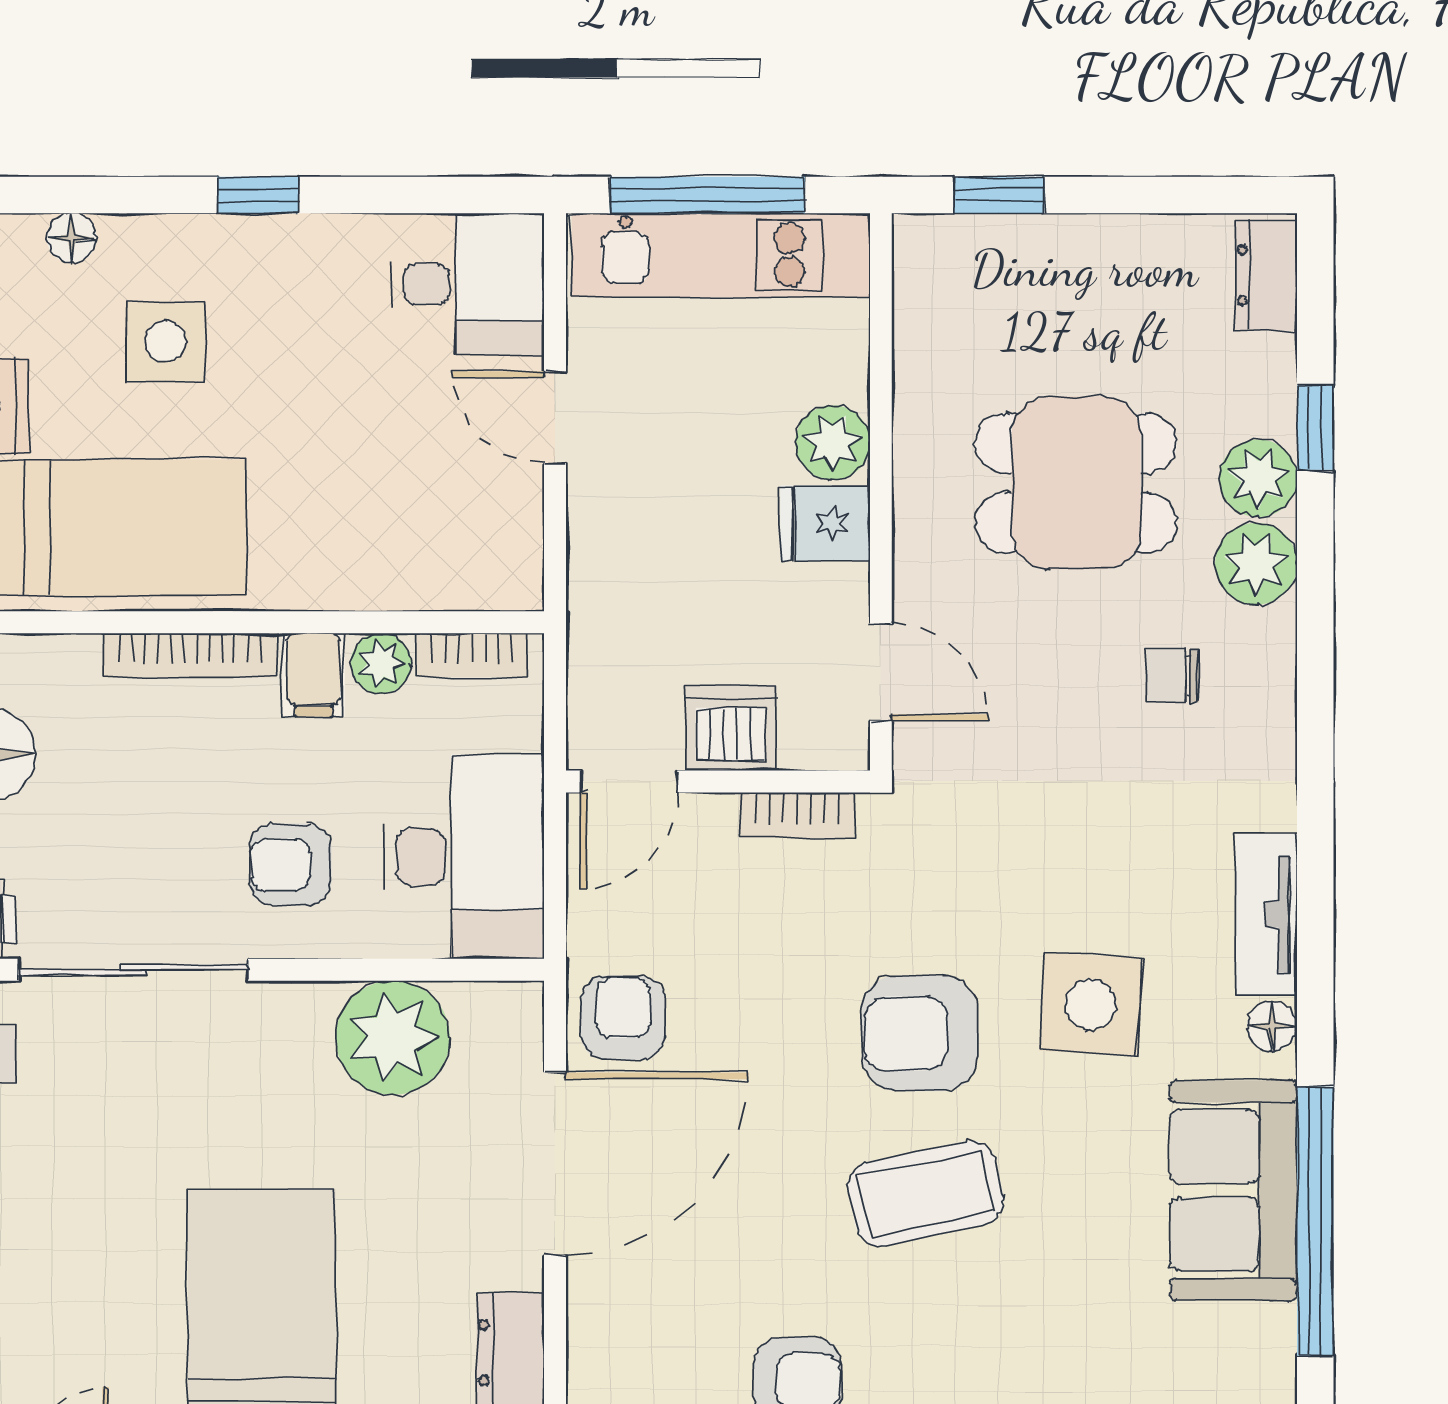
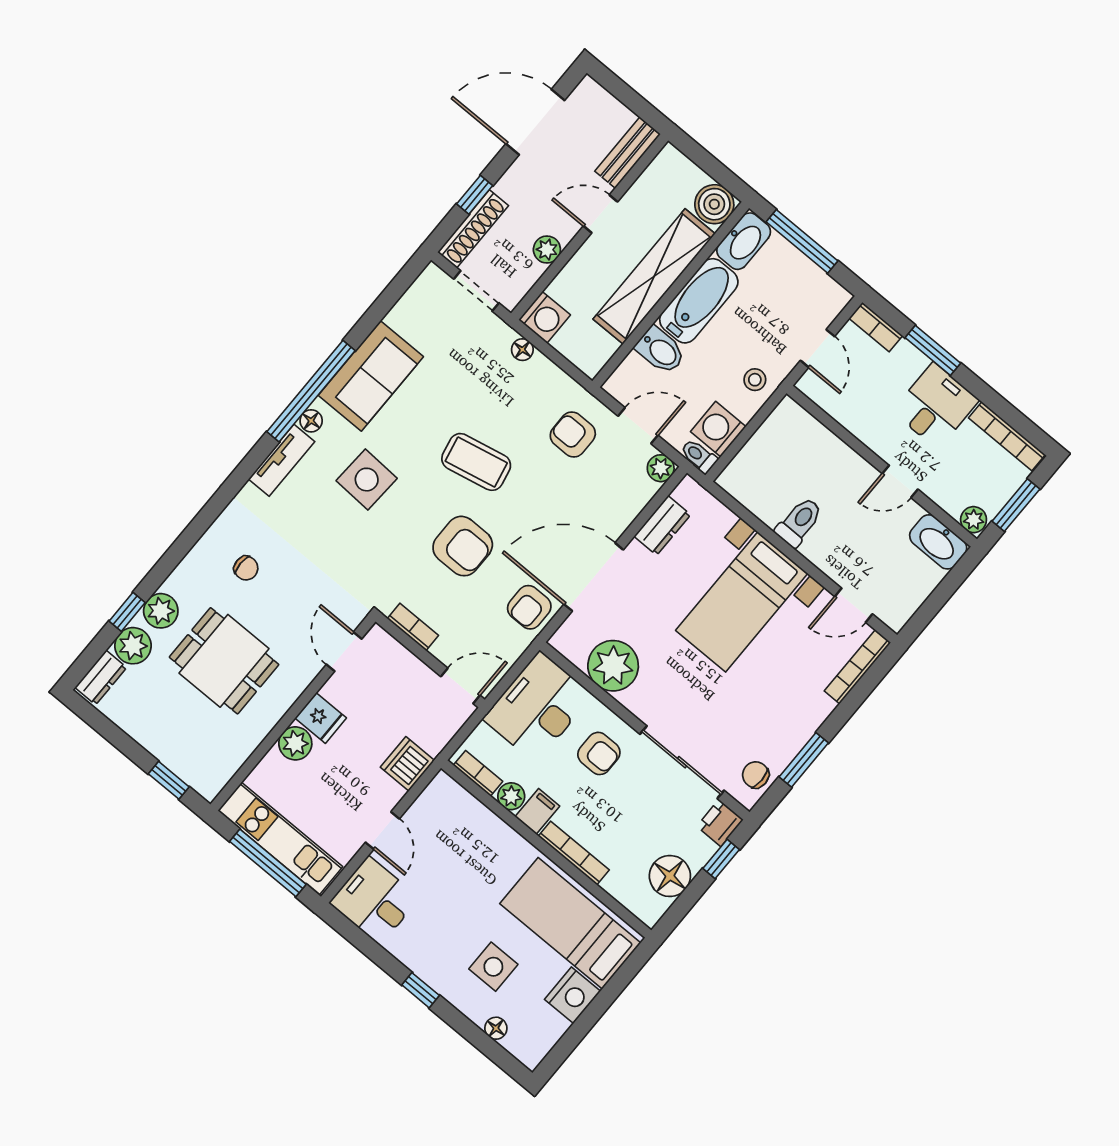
plant: (1256, 564) -> (133, 646), moved
dishwasher: (730, 728) -> (407, 764), moved, turned 90
armchair: (920, 1033) -> (463, 546), moved
window: (1315, 1221) -> (311, 391), moved

